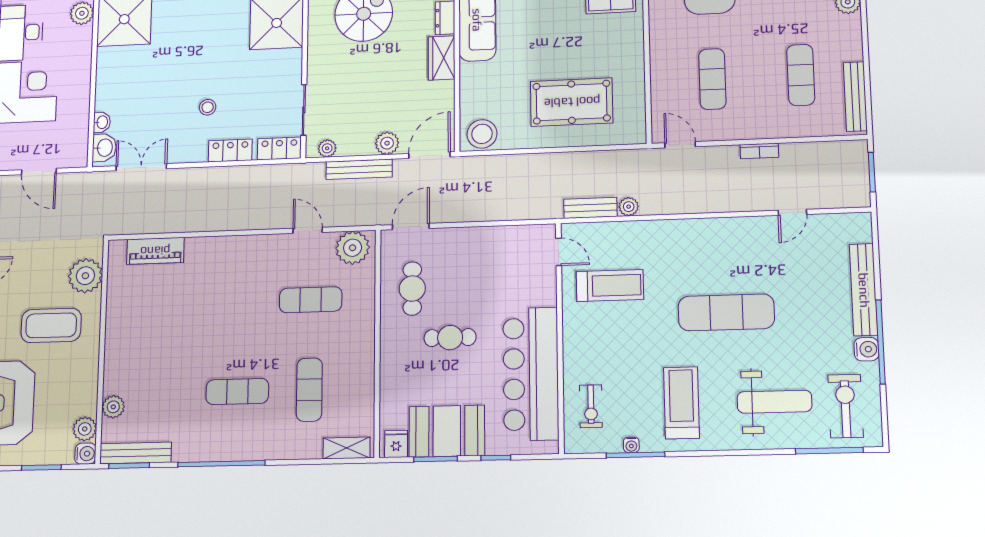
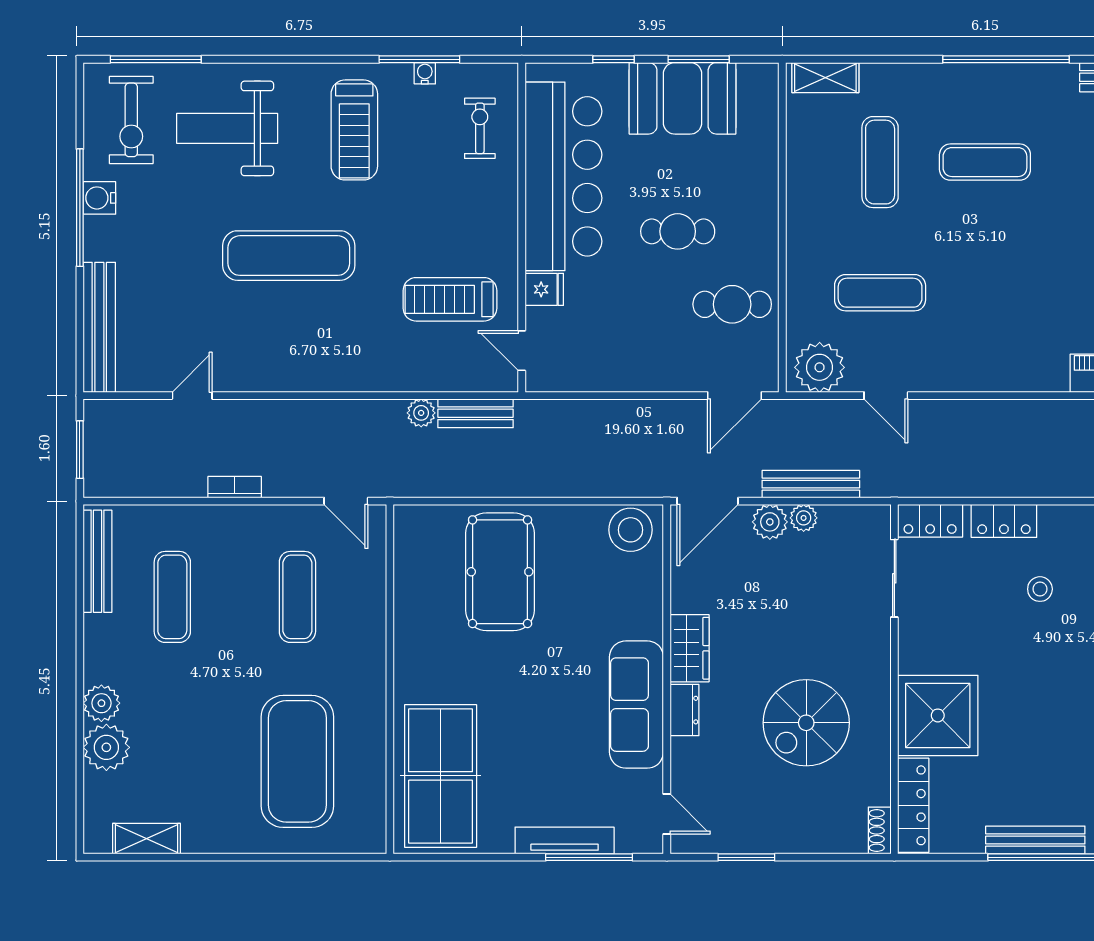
pool table: (572, 102) -> (500, 572), turned 90
plant: (327, 148) -> (804, 518), moved
cafe table: (412, 289) -> (732, 304), turned 90
bench: (864, 290) -> (99, 327), moved
fridge: (396, 444) -> (544, 289), moved, turned -90

